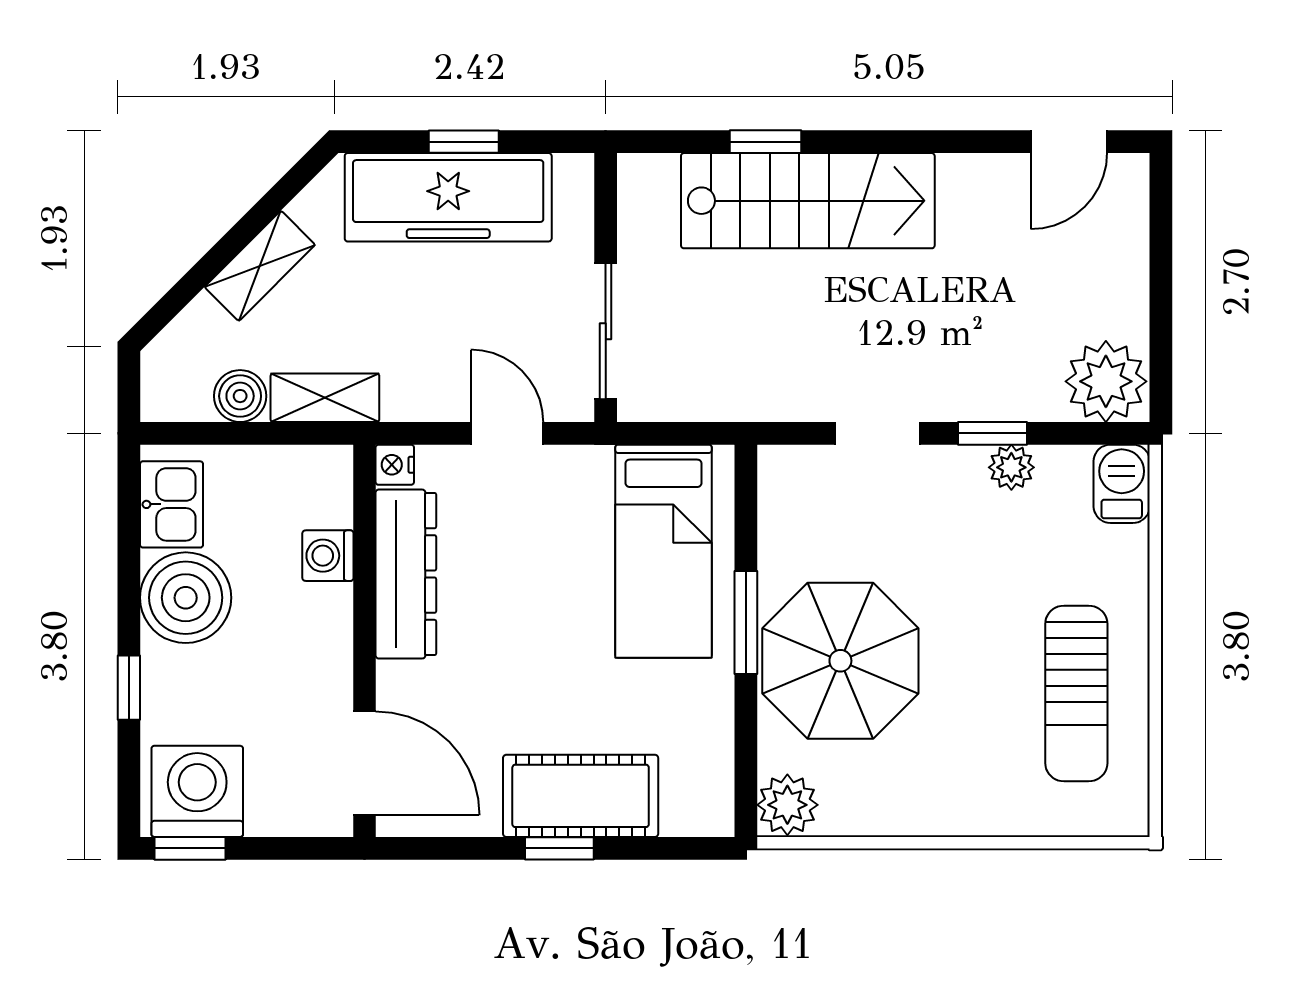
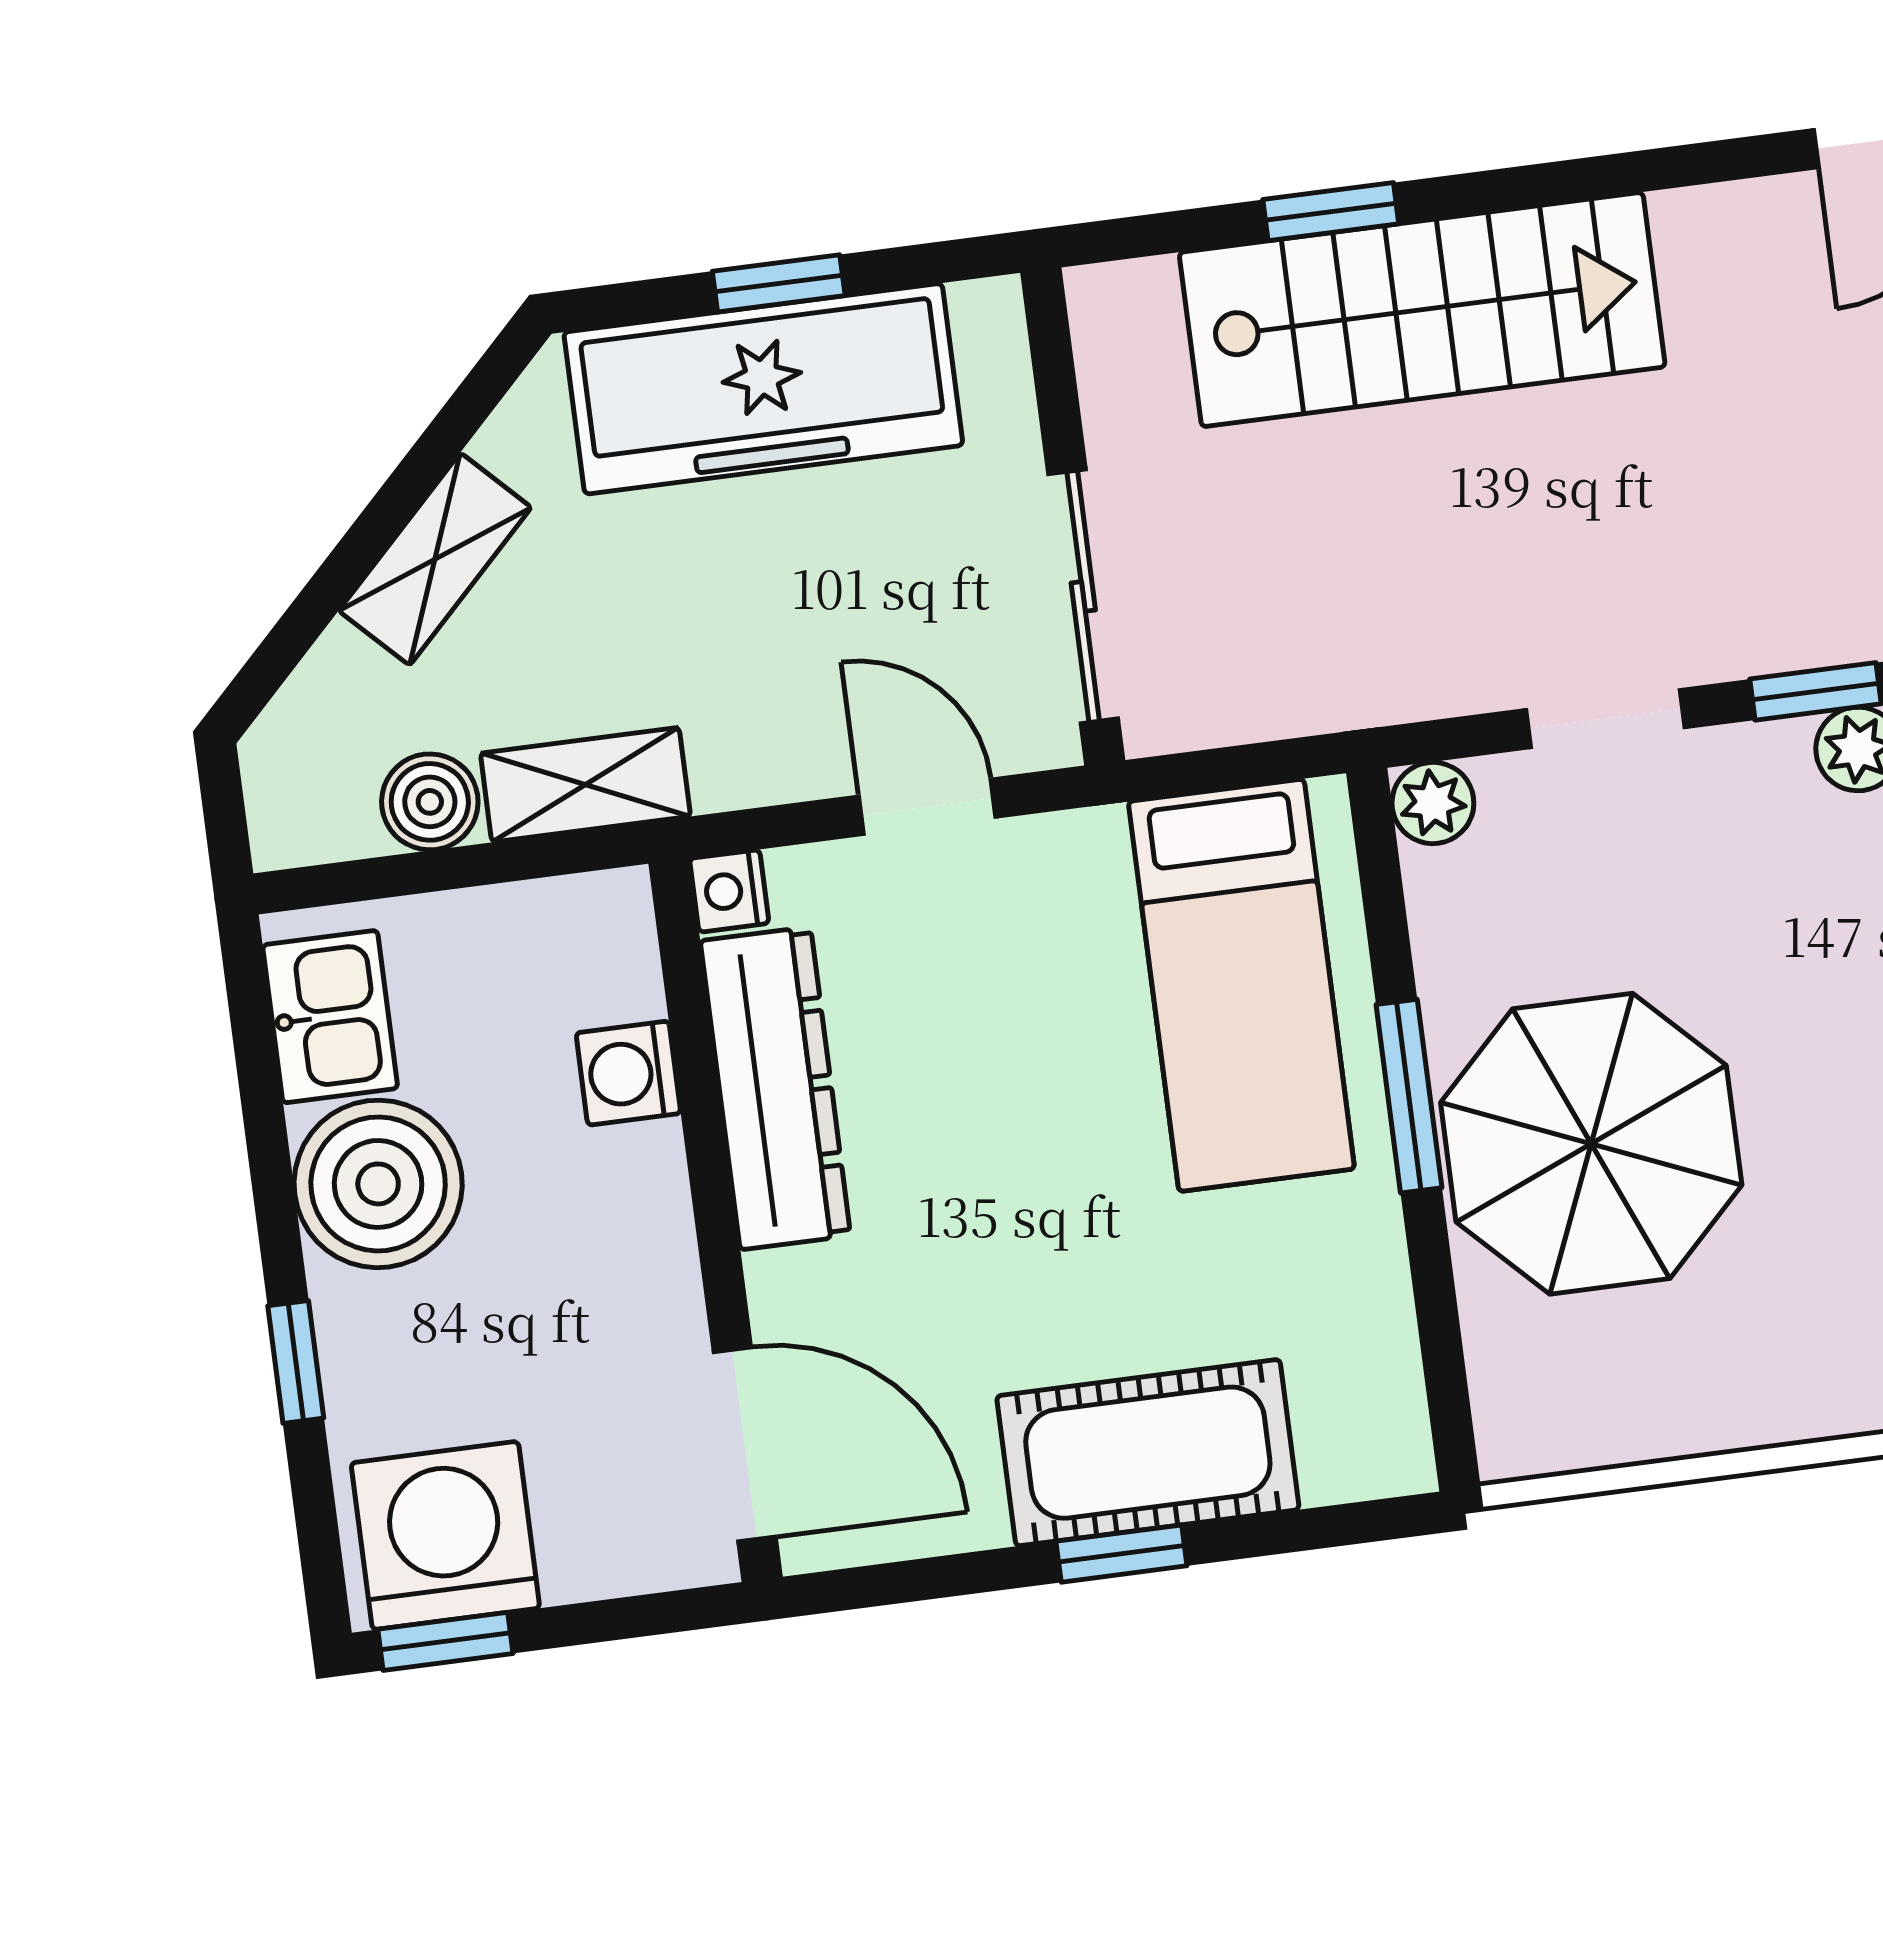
plant: (787, 805) -> (1433, 803), moved, width x0.73, depth x0.73

